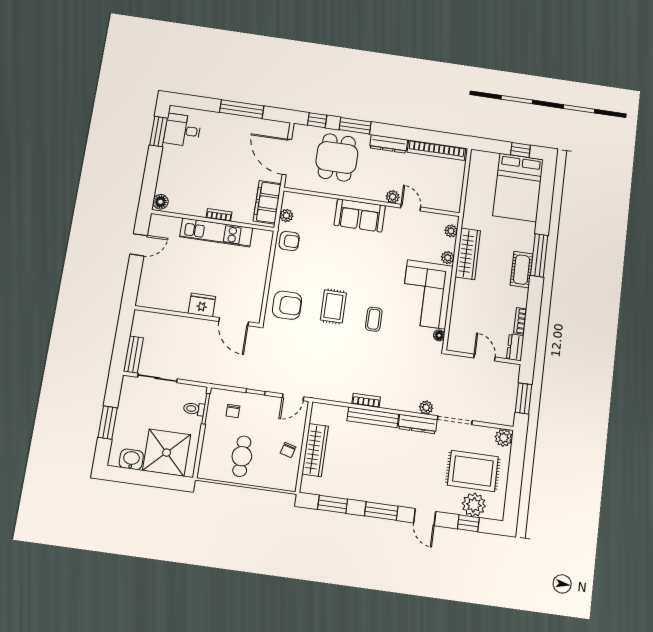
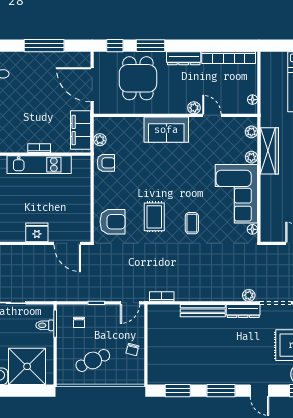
floor lamp: (456, 197) -> (252, 100), added
bookcase: (366, 400) -> (162, 297), moved
wardrobe: (315, 450) -> (156, 346), removed
cafe table: (242, 456) -> (93, 360), turned 65

